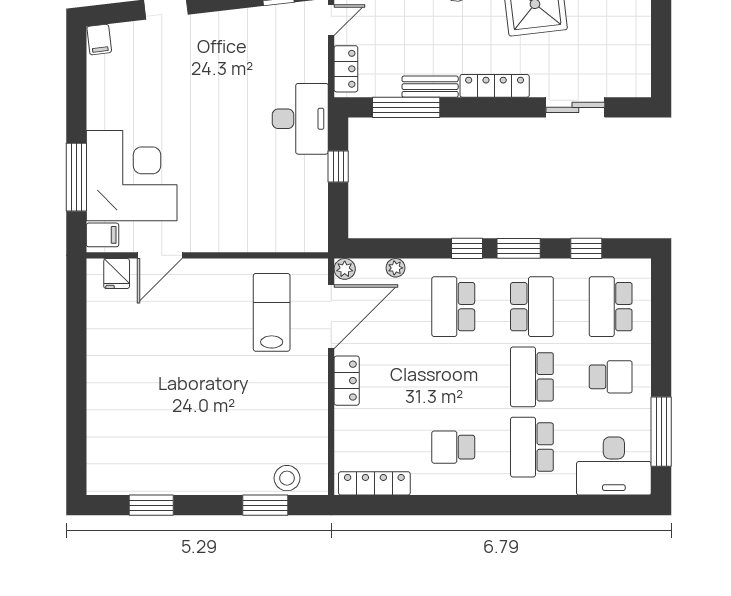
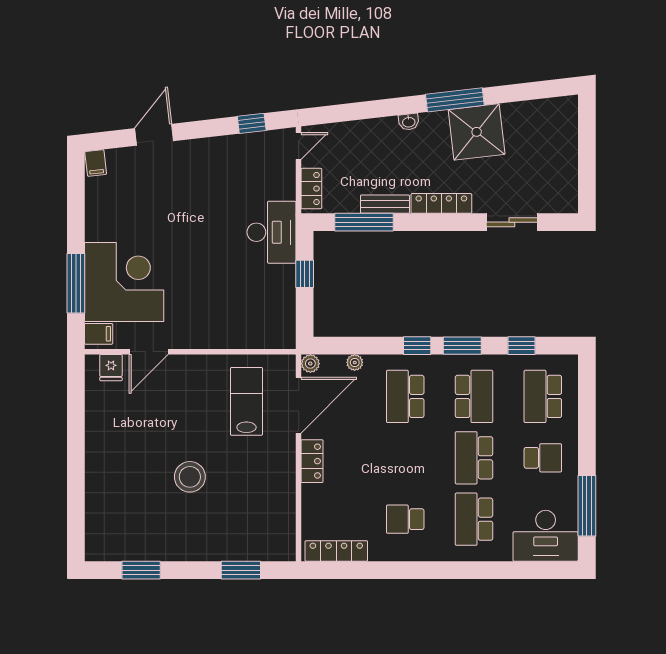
stool: (287, 478) -> (190, 477), moved, width x1.38, depth x1.38

